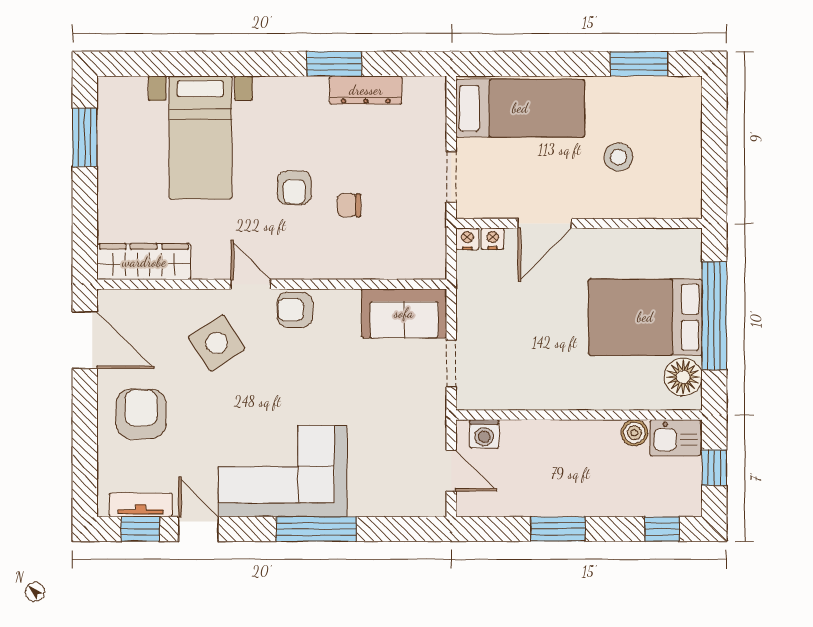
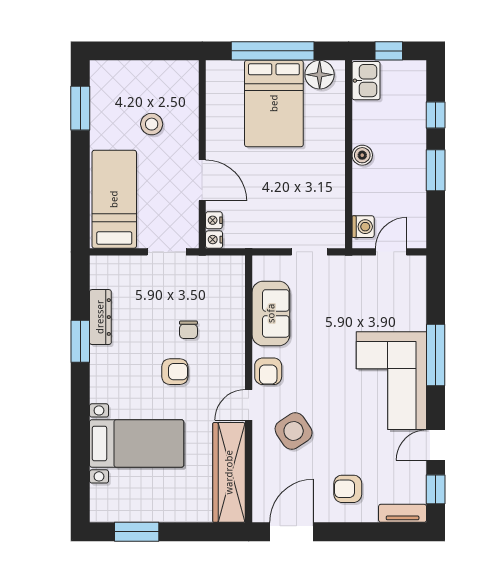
wardrobe: (144, 262) -> (229, 472), width x1.40, depth x1.17
sofa: (404, 313) -> (271, 313), moved
armchair: (141, 414) -> (348, 489), width x0.72, depth x0.72
boiler: (634, 433) -> (362, 155), moved
tv unit: (141, 505) -> (403, 513), moved, turned 90
window: (662, 529) -> (436, 115), moved

